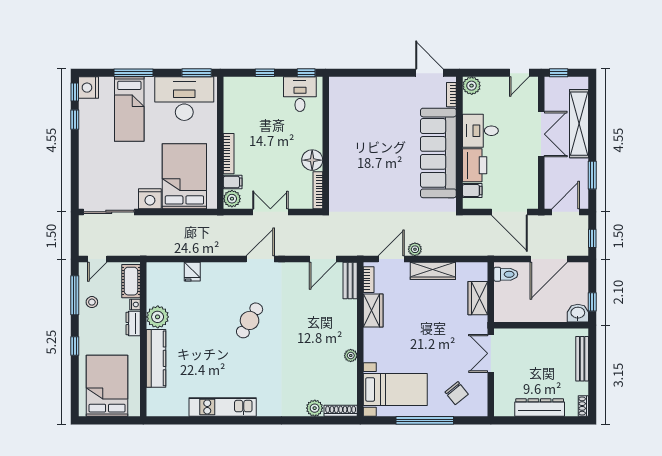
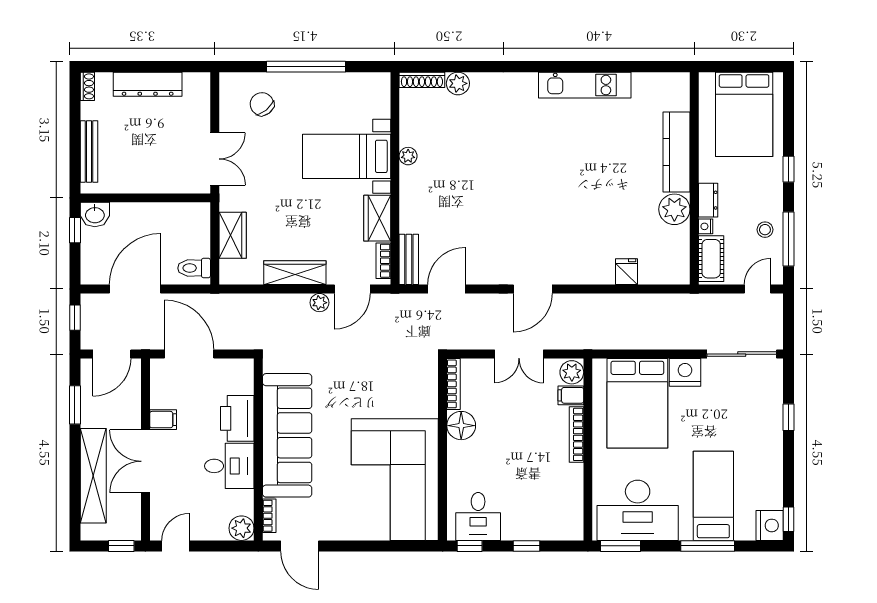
window: (75, 120) -> (789, 417), moved
corner sofa: (360, 121) -> (395, 480), added
filing cabinet: (472, 190) -> (163, 420), moved, turned 180
cafe table: (250, 320) -> (548, 204), removed
bed with nightstands: (395, 389) -> (347, 156), moved

